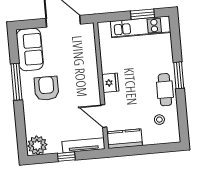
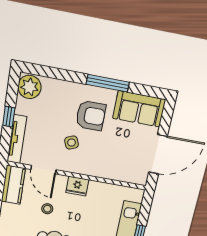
side table: (74, 98) -> (72, 143), added
door: (104, 116) -> (43, 170), swing flipped
stool: (159, 120) -> (47, 209), moved

